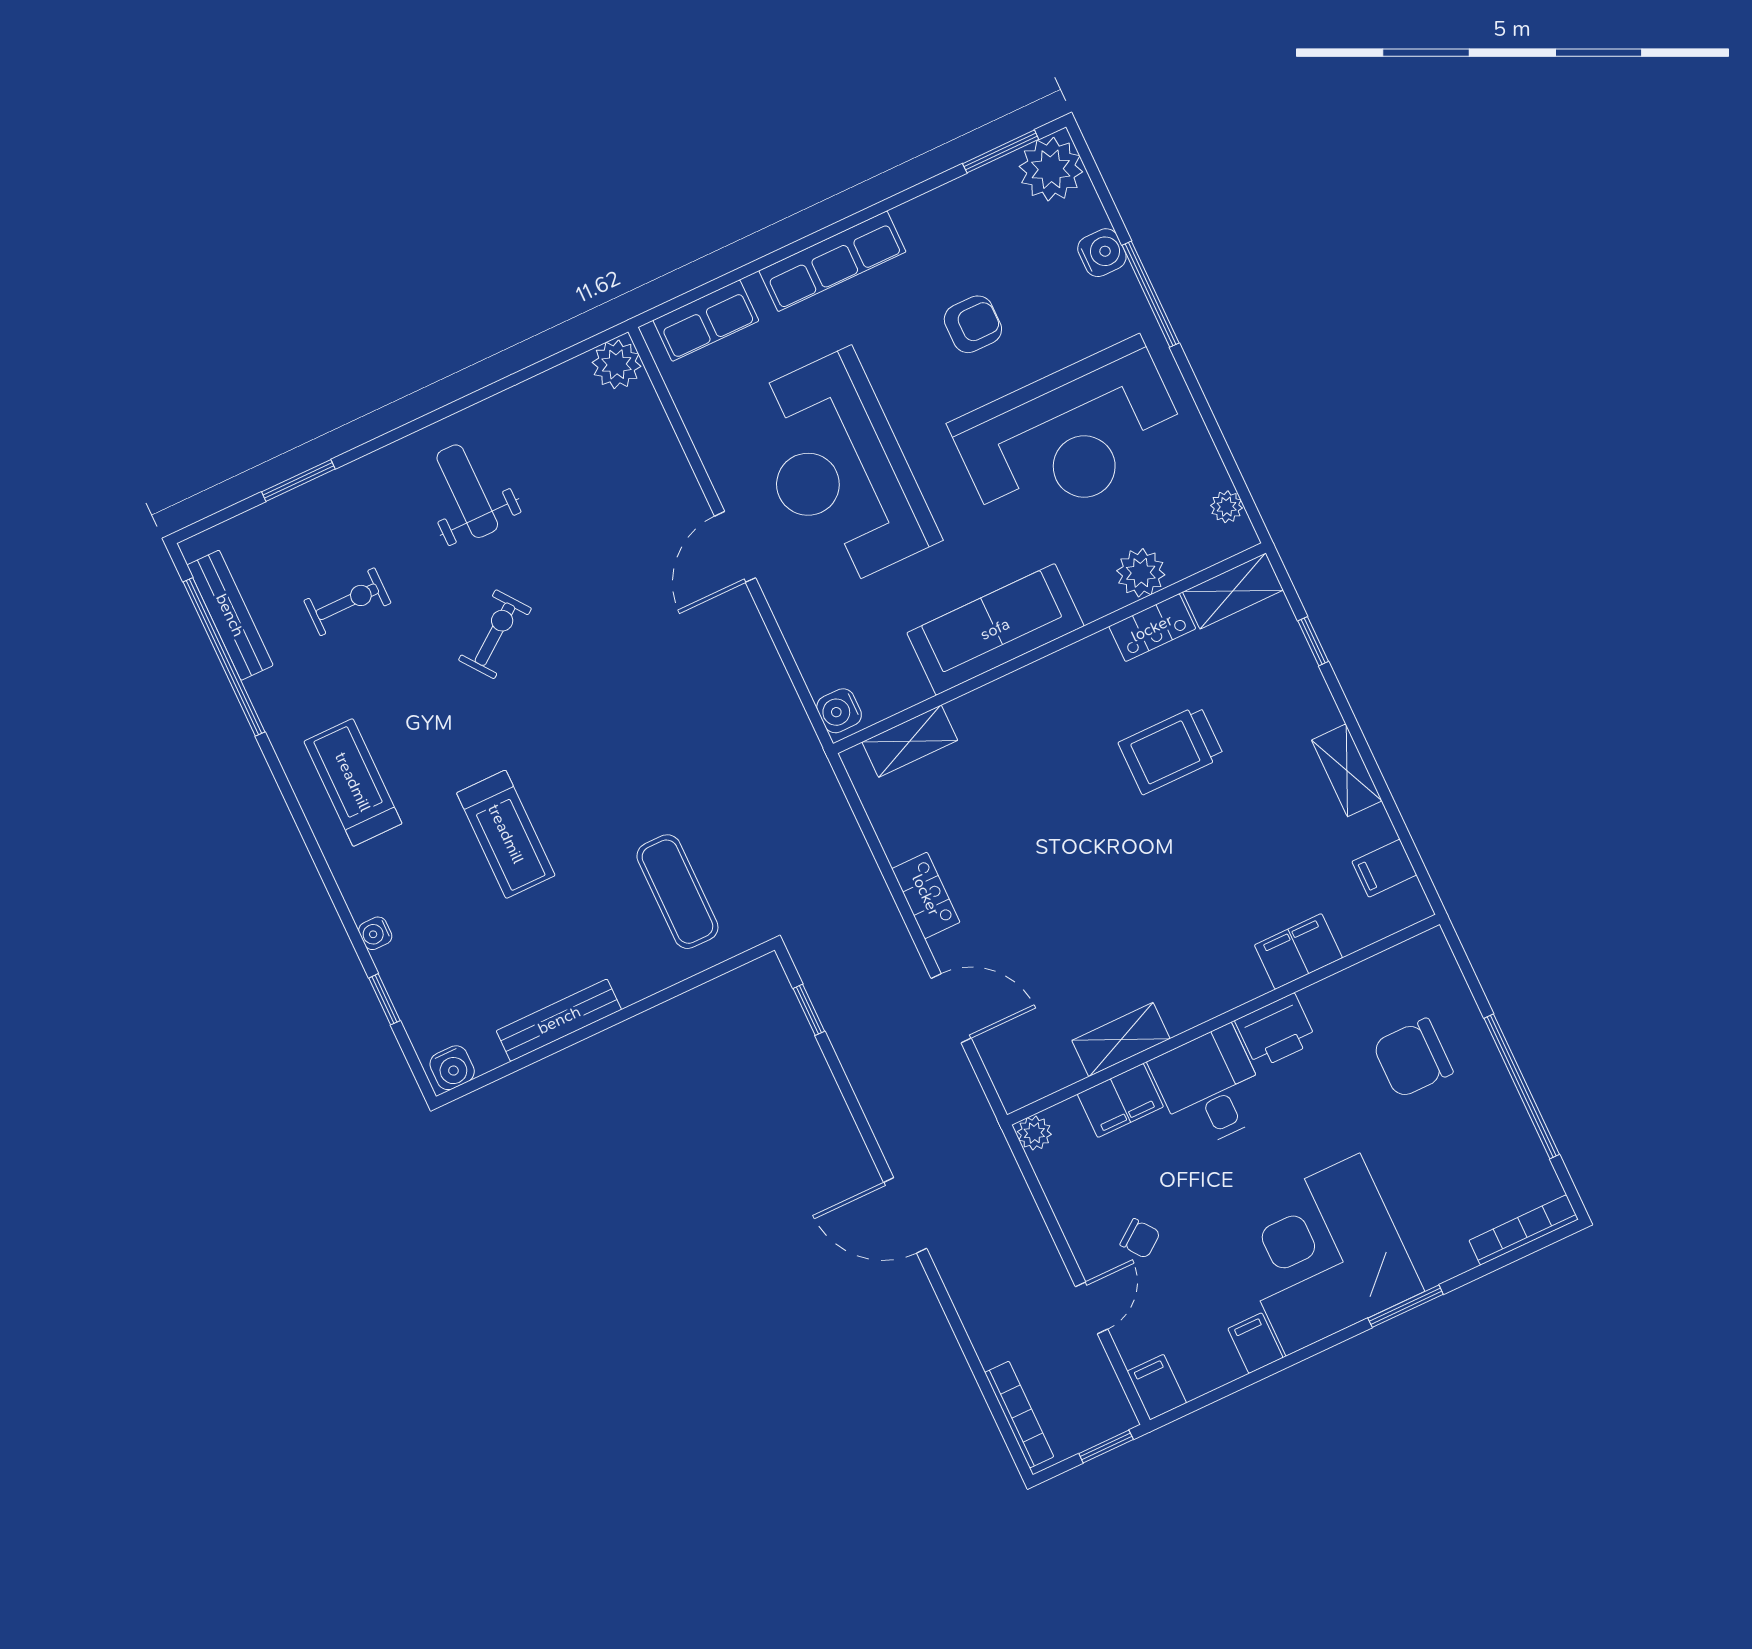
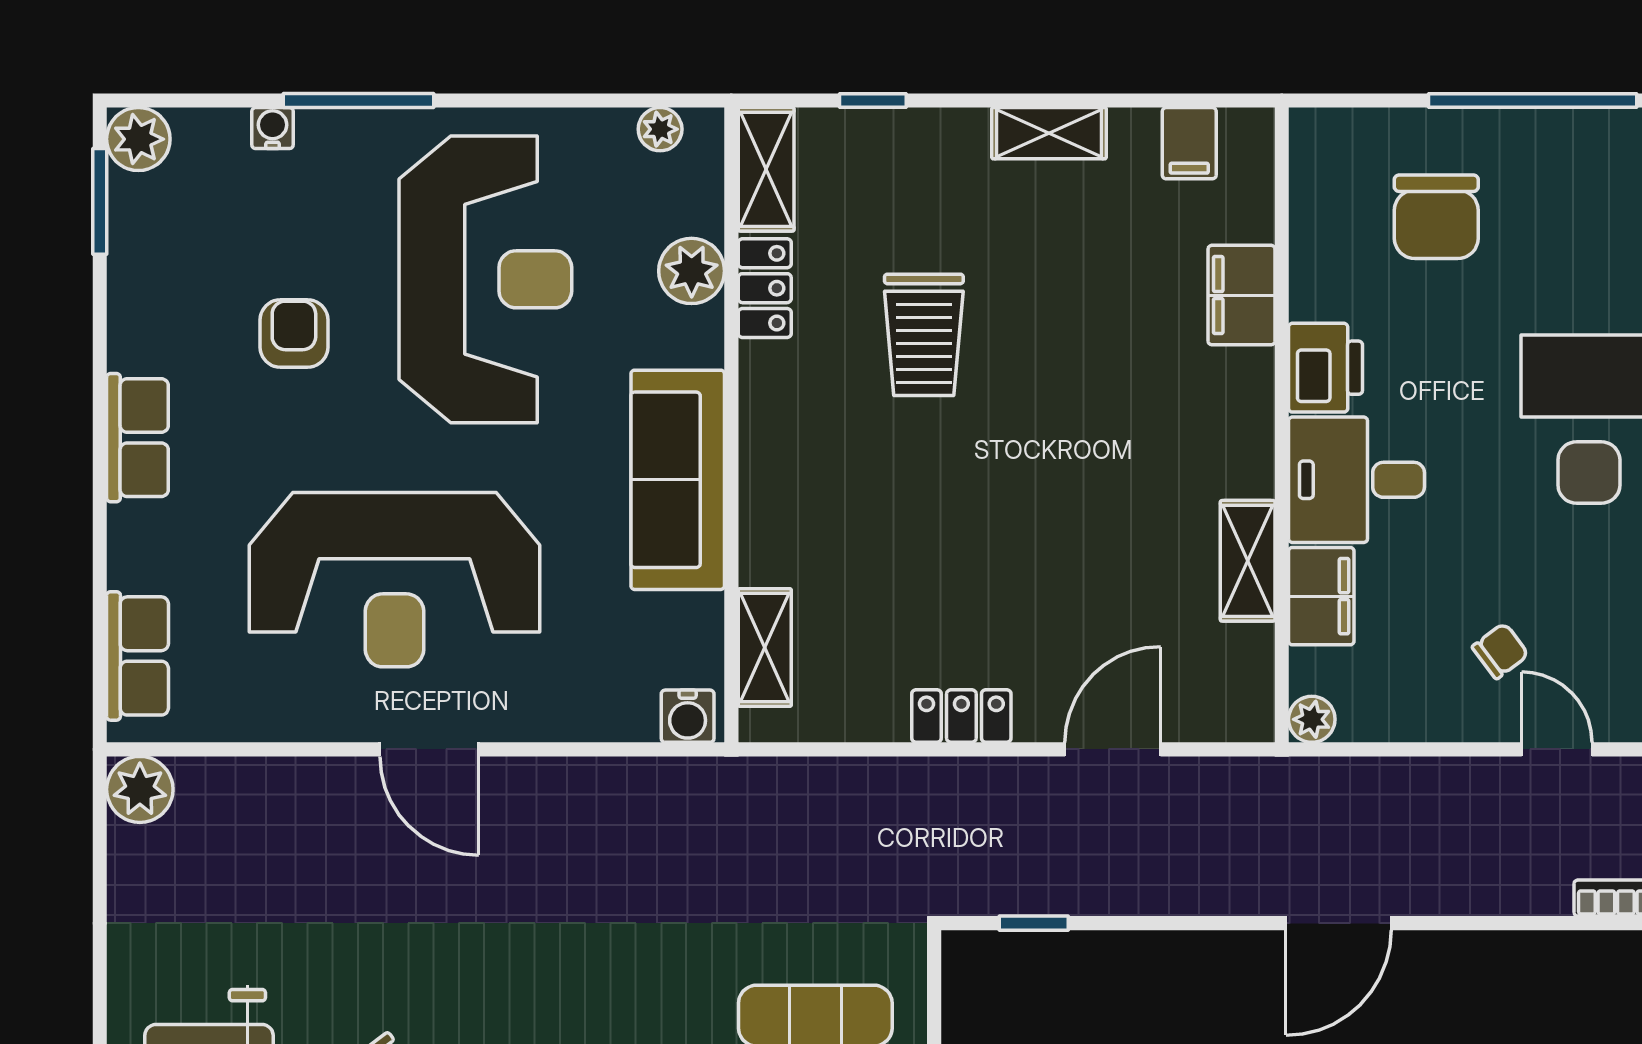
plant: (1051, 169) -> (138, 139), width x0.73, depth x0.73
water cooler: (1102, 253) -> (273, 128), width x0.72, depth x0.72
row of seats: (832, 261) -> (137, 438), width x0.68

